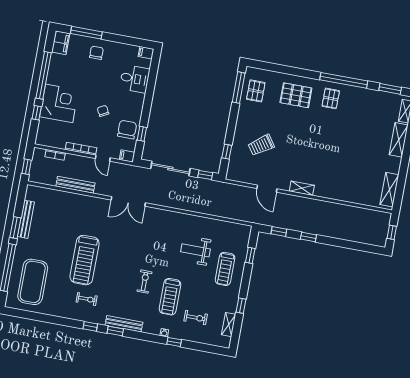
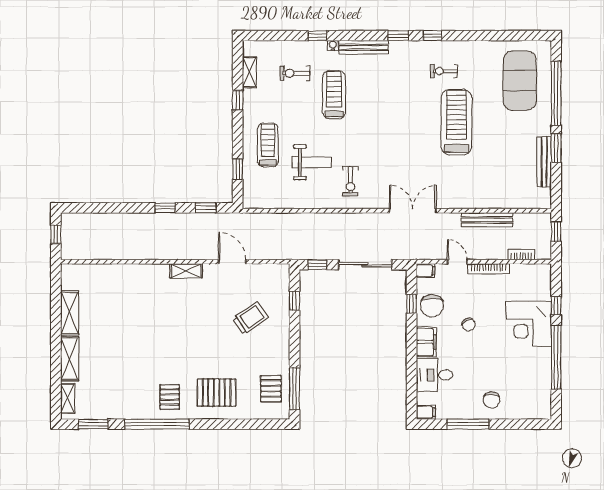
window: (86, 33) -> (468, 424), moved
filing cabinet: (61, 43) -> (426, 342), moved, turned 180
shelving: (389, 190) -> (70, 313), moved
exercise bike: (145, 282) -> (350, 181), moved
bench: (124, 324) -> (364, 47), moved

